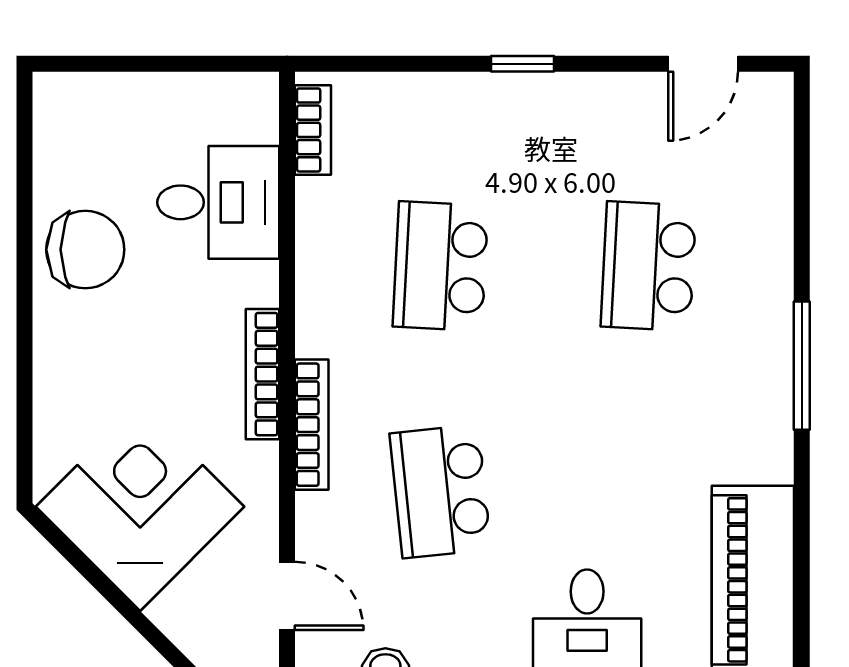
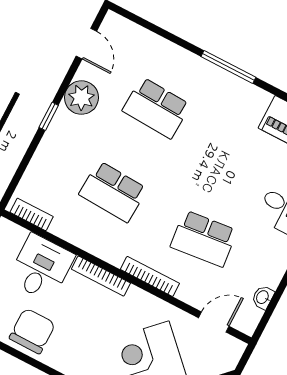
plant: (593, 109) -> (81, 98), added
bookcase: (263, 374) -> (101, 276), moved

